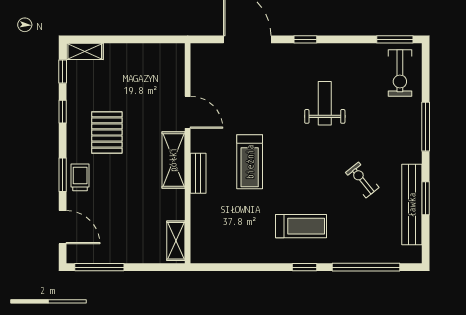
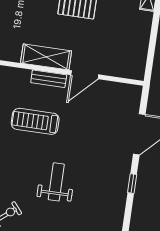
weight bench: (325, 103) -> (56, 182), moved, turned -90
bench: (198, 173) -> (49, 79), moved

